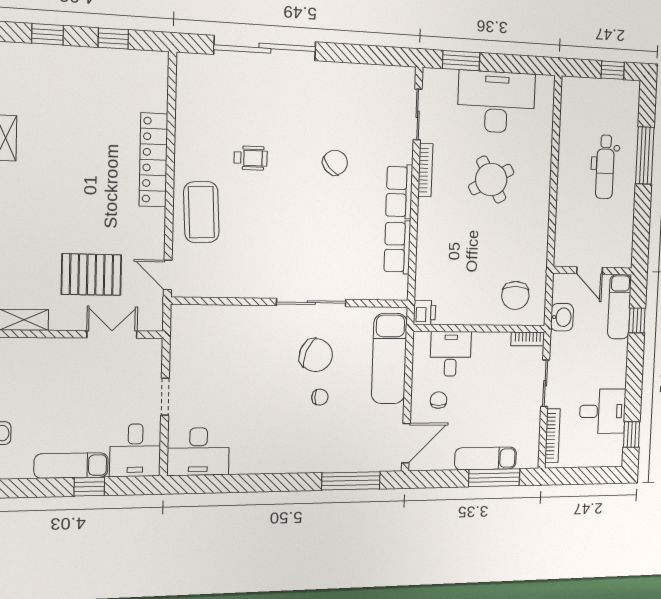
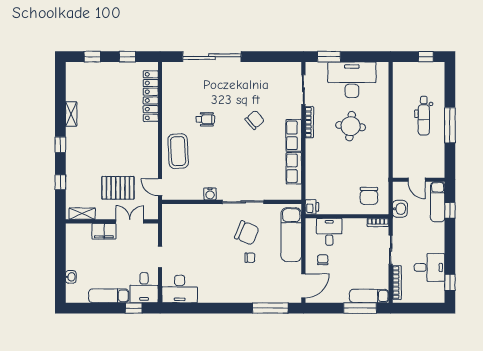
window: (645, 155) -> (450, 125), moved
locker: (153, 160) -> (151, 96), moved
round table: (491, 180) -> (351, 126), turned 35
water cooler: (255, 288) -> (210, 194), added
filing cabinet: (64, 352) -> (104, 231), added
exam couch: (486, 458) -> (369, 296), moved
window: (89, 487) -> (134, 308), moved

